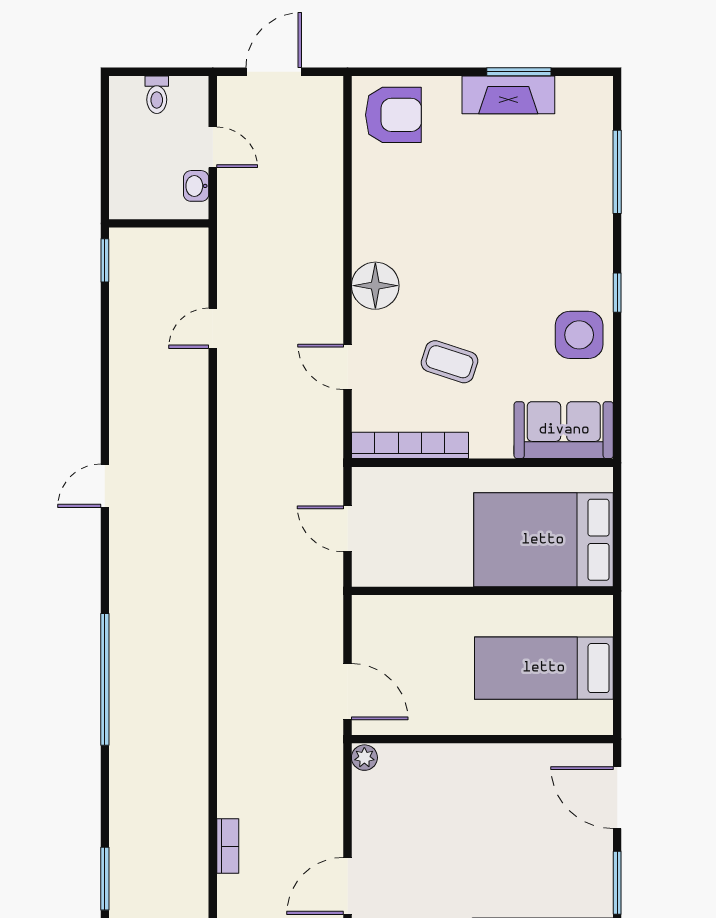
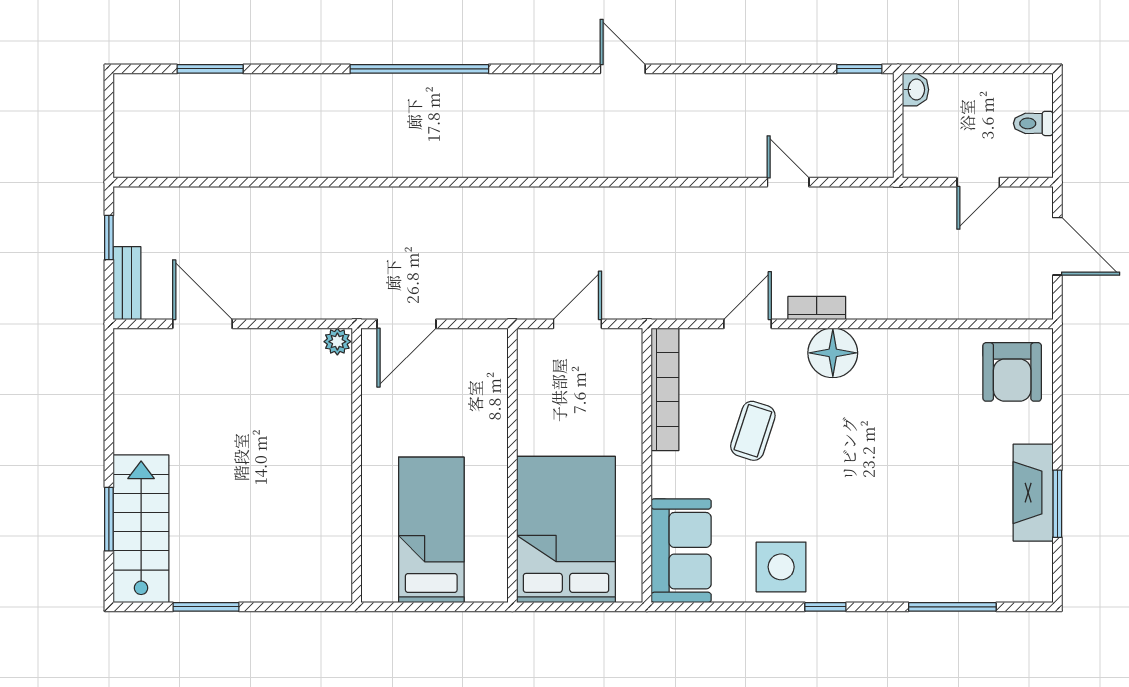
washbasin: (196, 186) -> (916, 90), moved, turned 90
door: (617, 798) -> (295, 607), removed
bookcase: (228, 846) -> (817, 308), moved, turned 180

